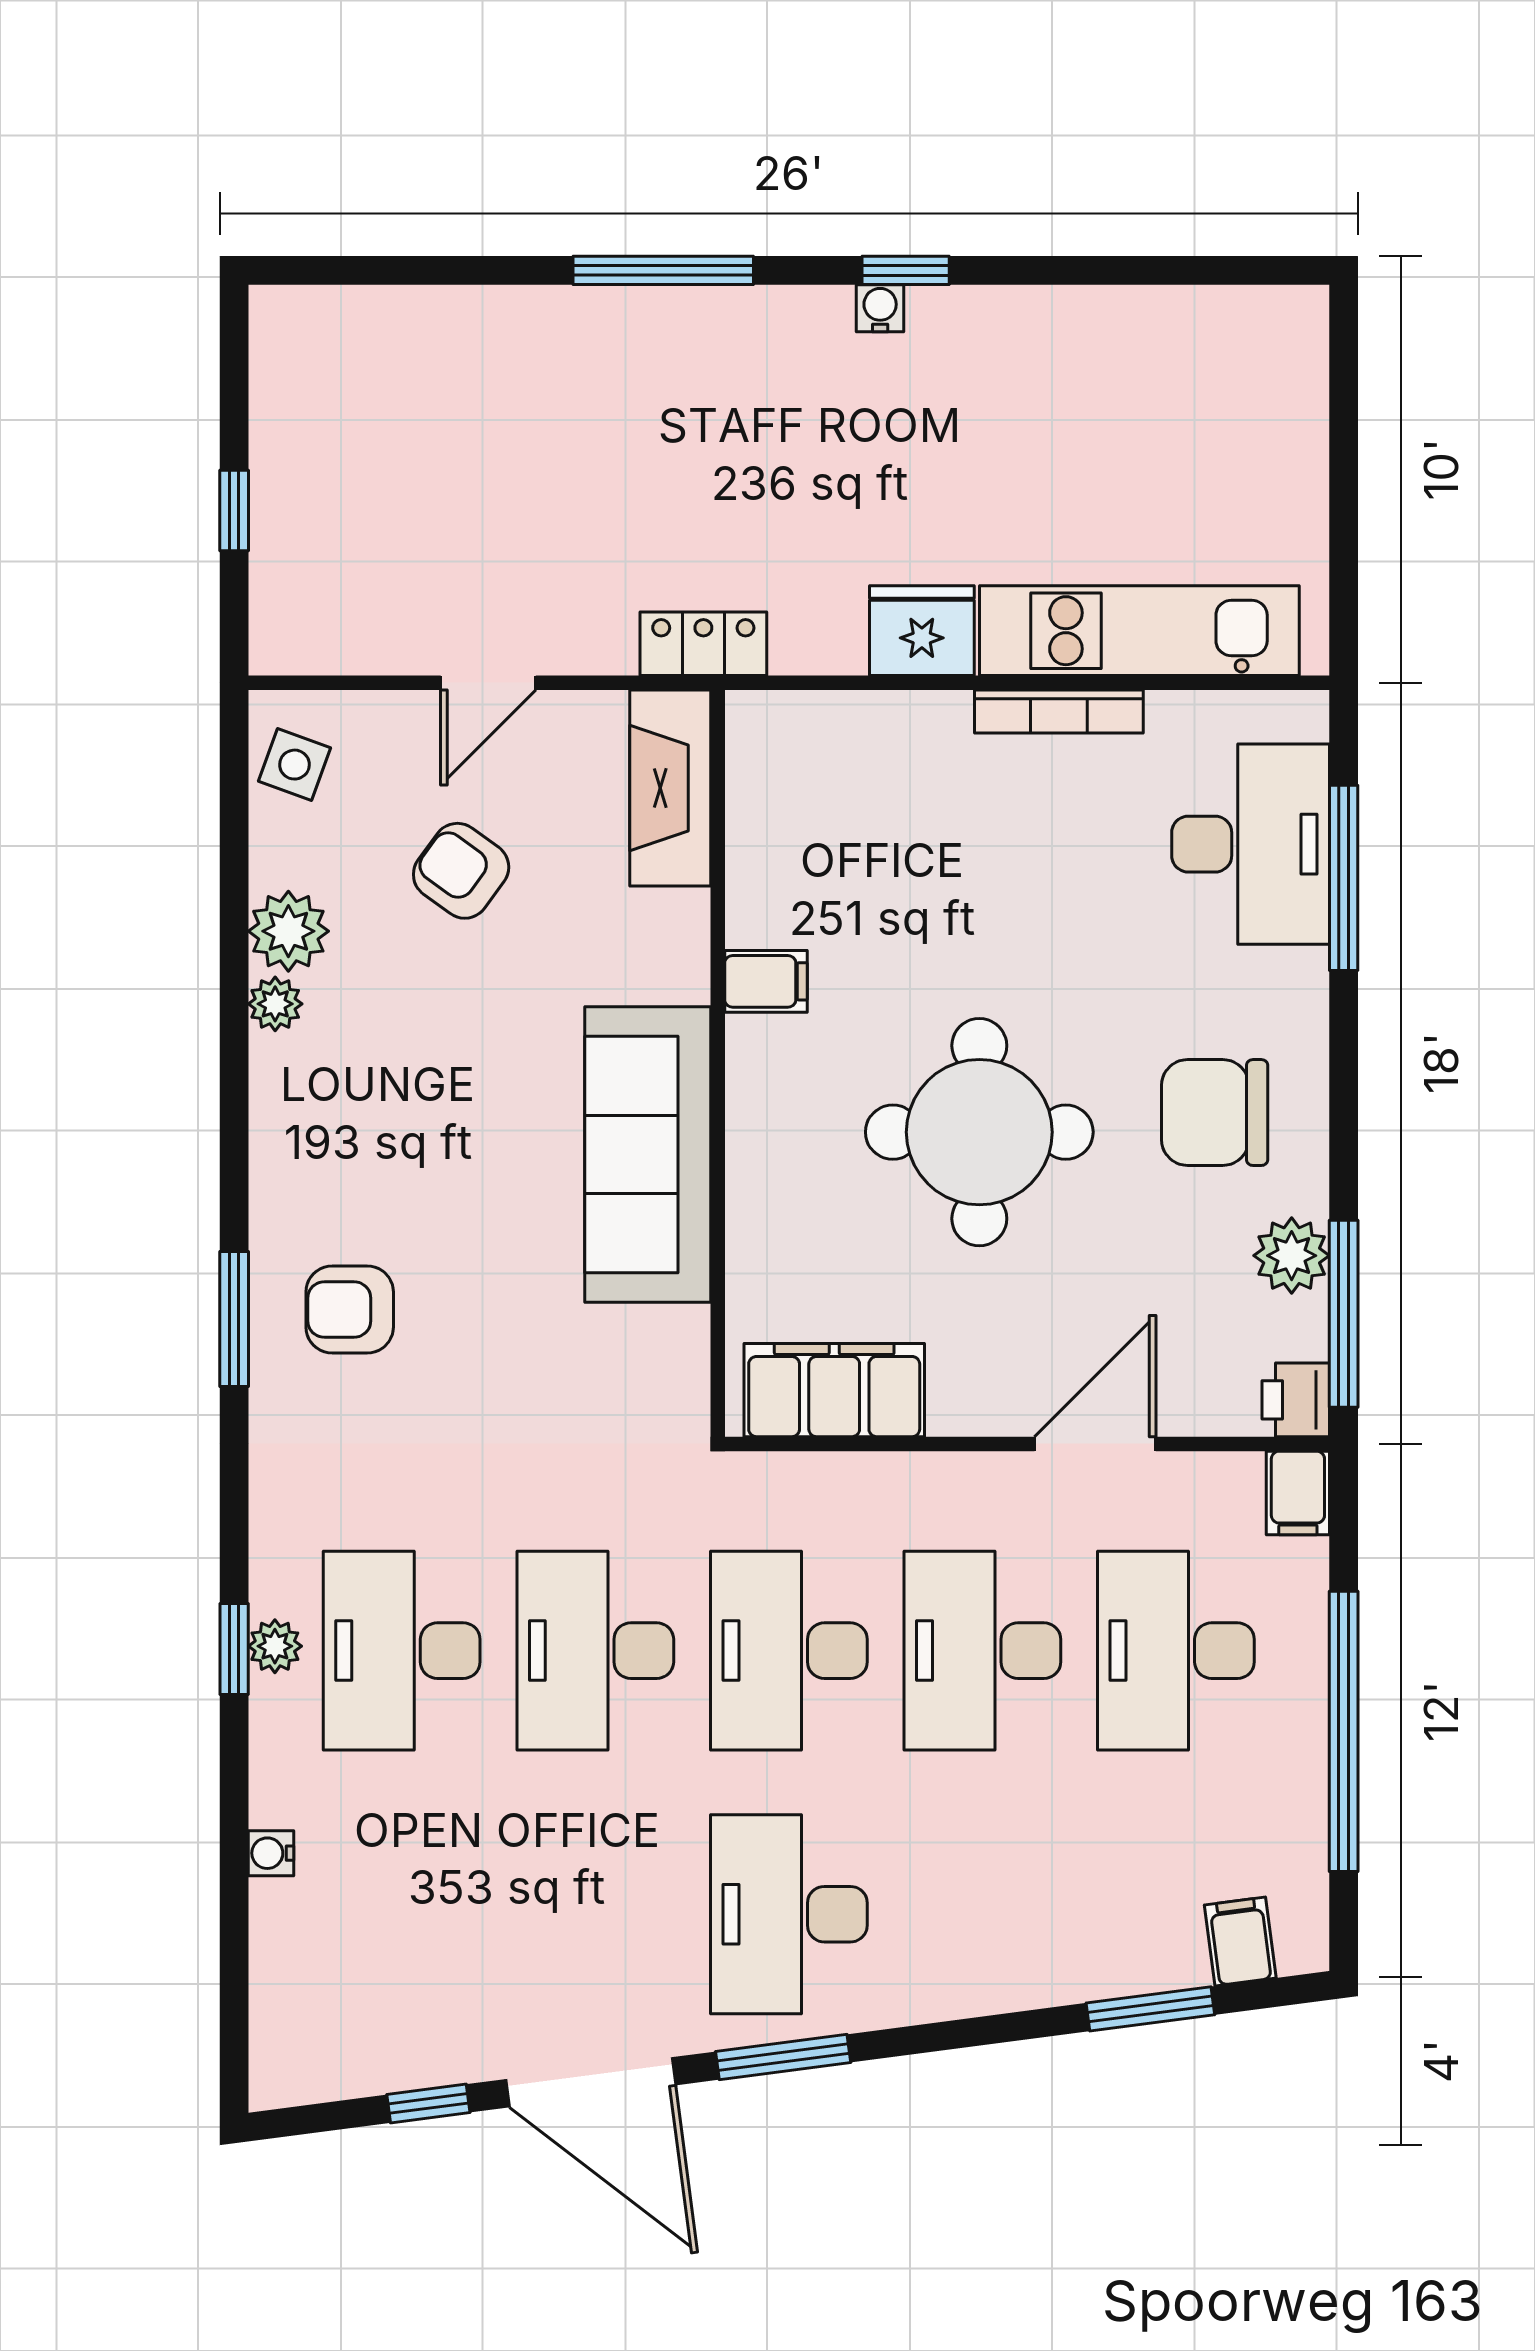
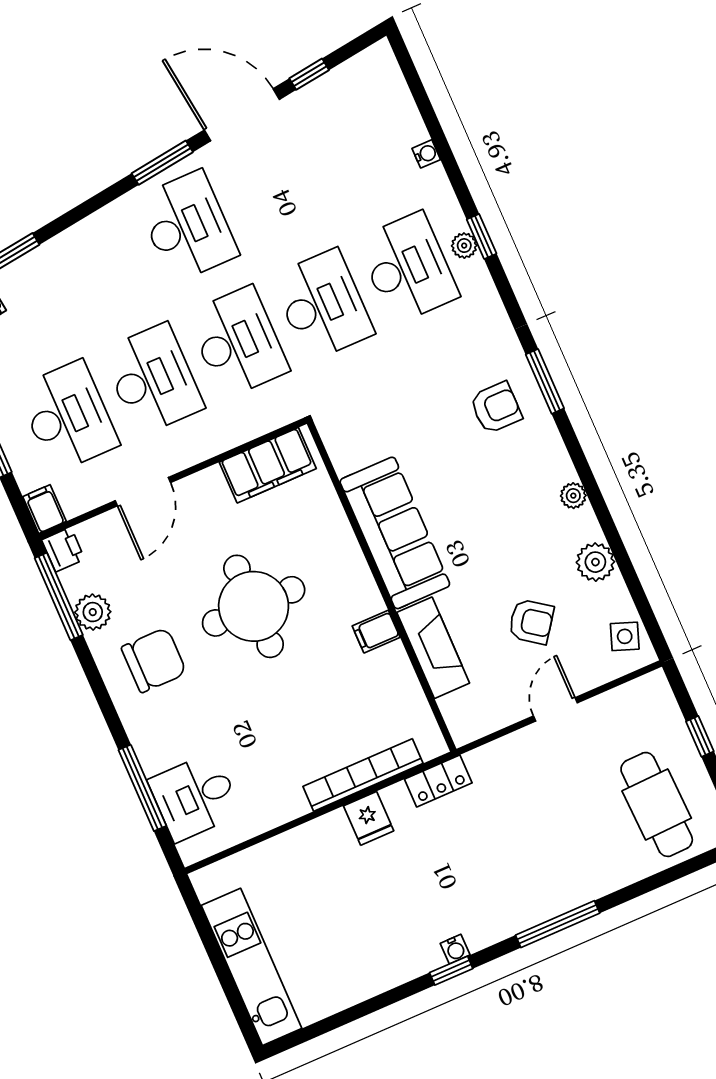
cafe table: (374, 416) -> (657, 804), added
fridge: (922, 631) -> (369, 818), width x0.72
kitchen unit: (1139, 631) -> (252, 967), moved, turned -90
locker: (703, 644) -> (438, 781), moved
bookcase: (1059, 712) -> (363, 775), moved, width x1.48, depth x1.31
fireplace: (670, 788) -> (433, 648), moved
desk: (1251, 844) -> (195, 797), width x0.73
plant: (275, 1004) -> (573, 496), moved

